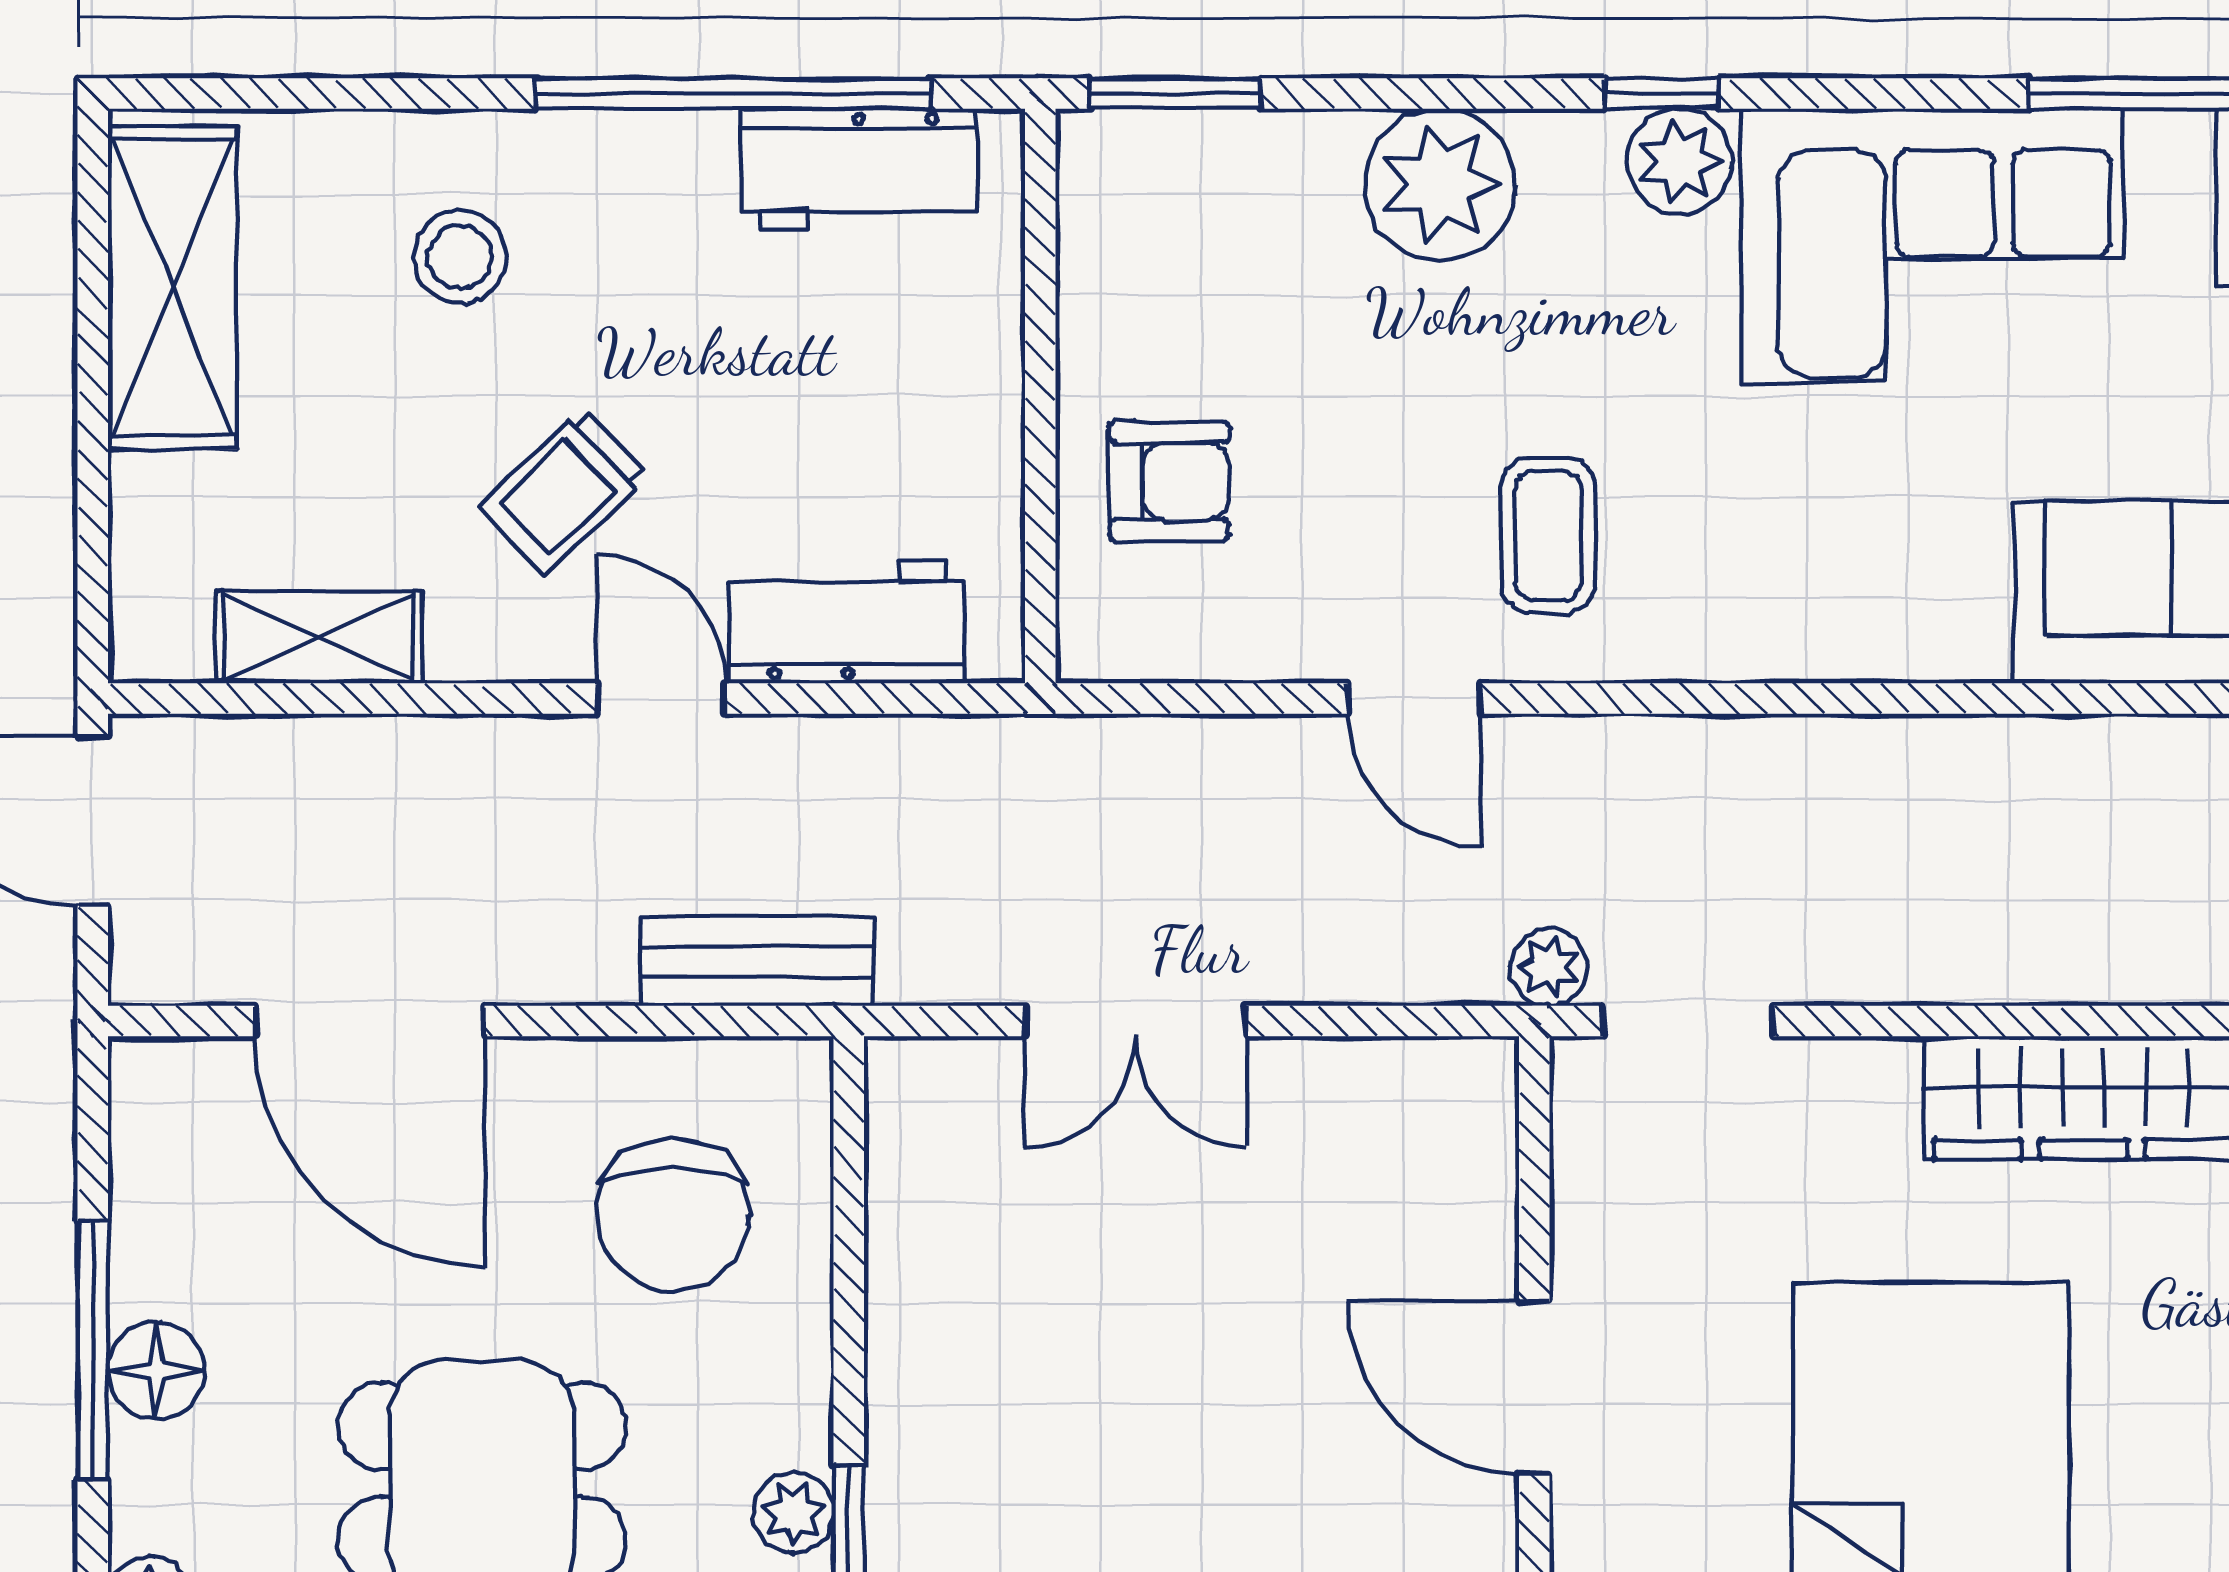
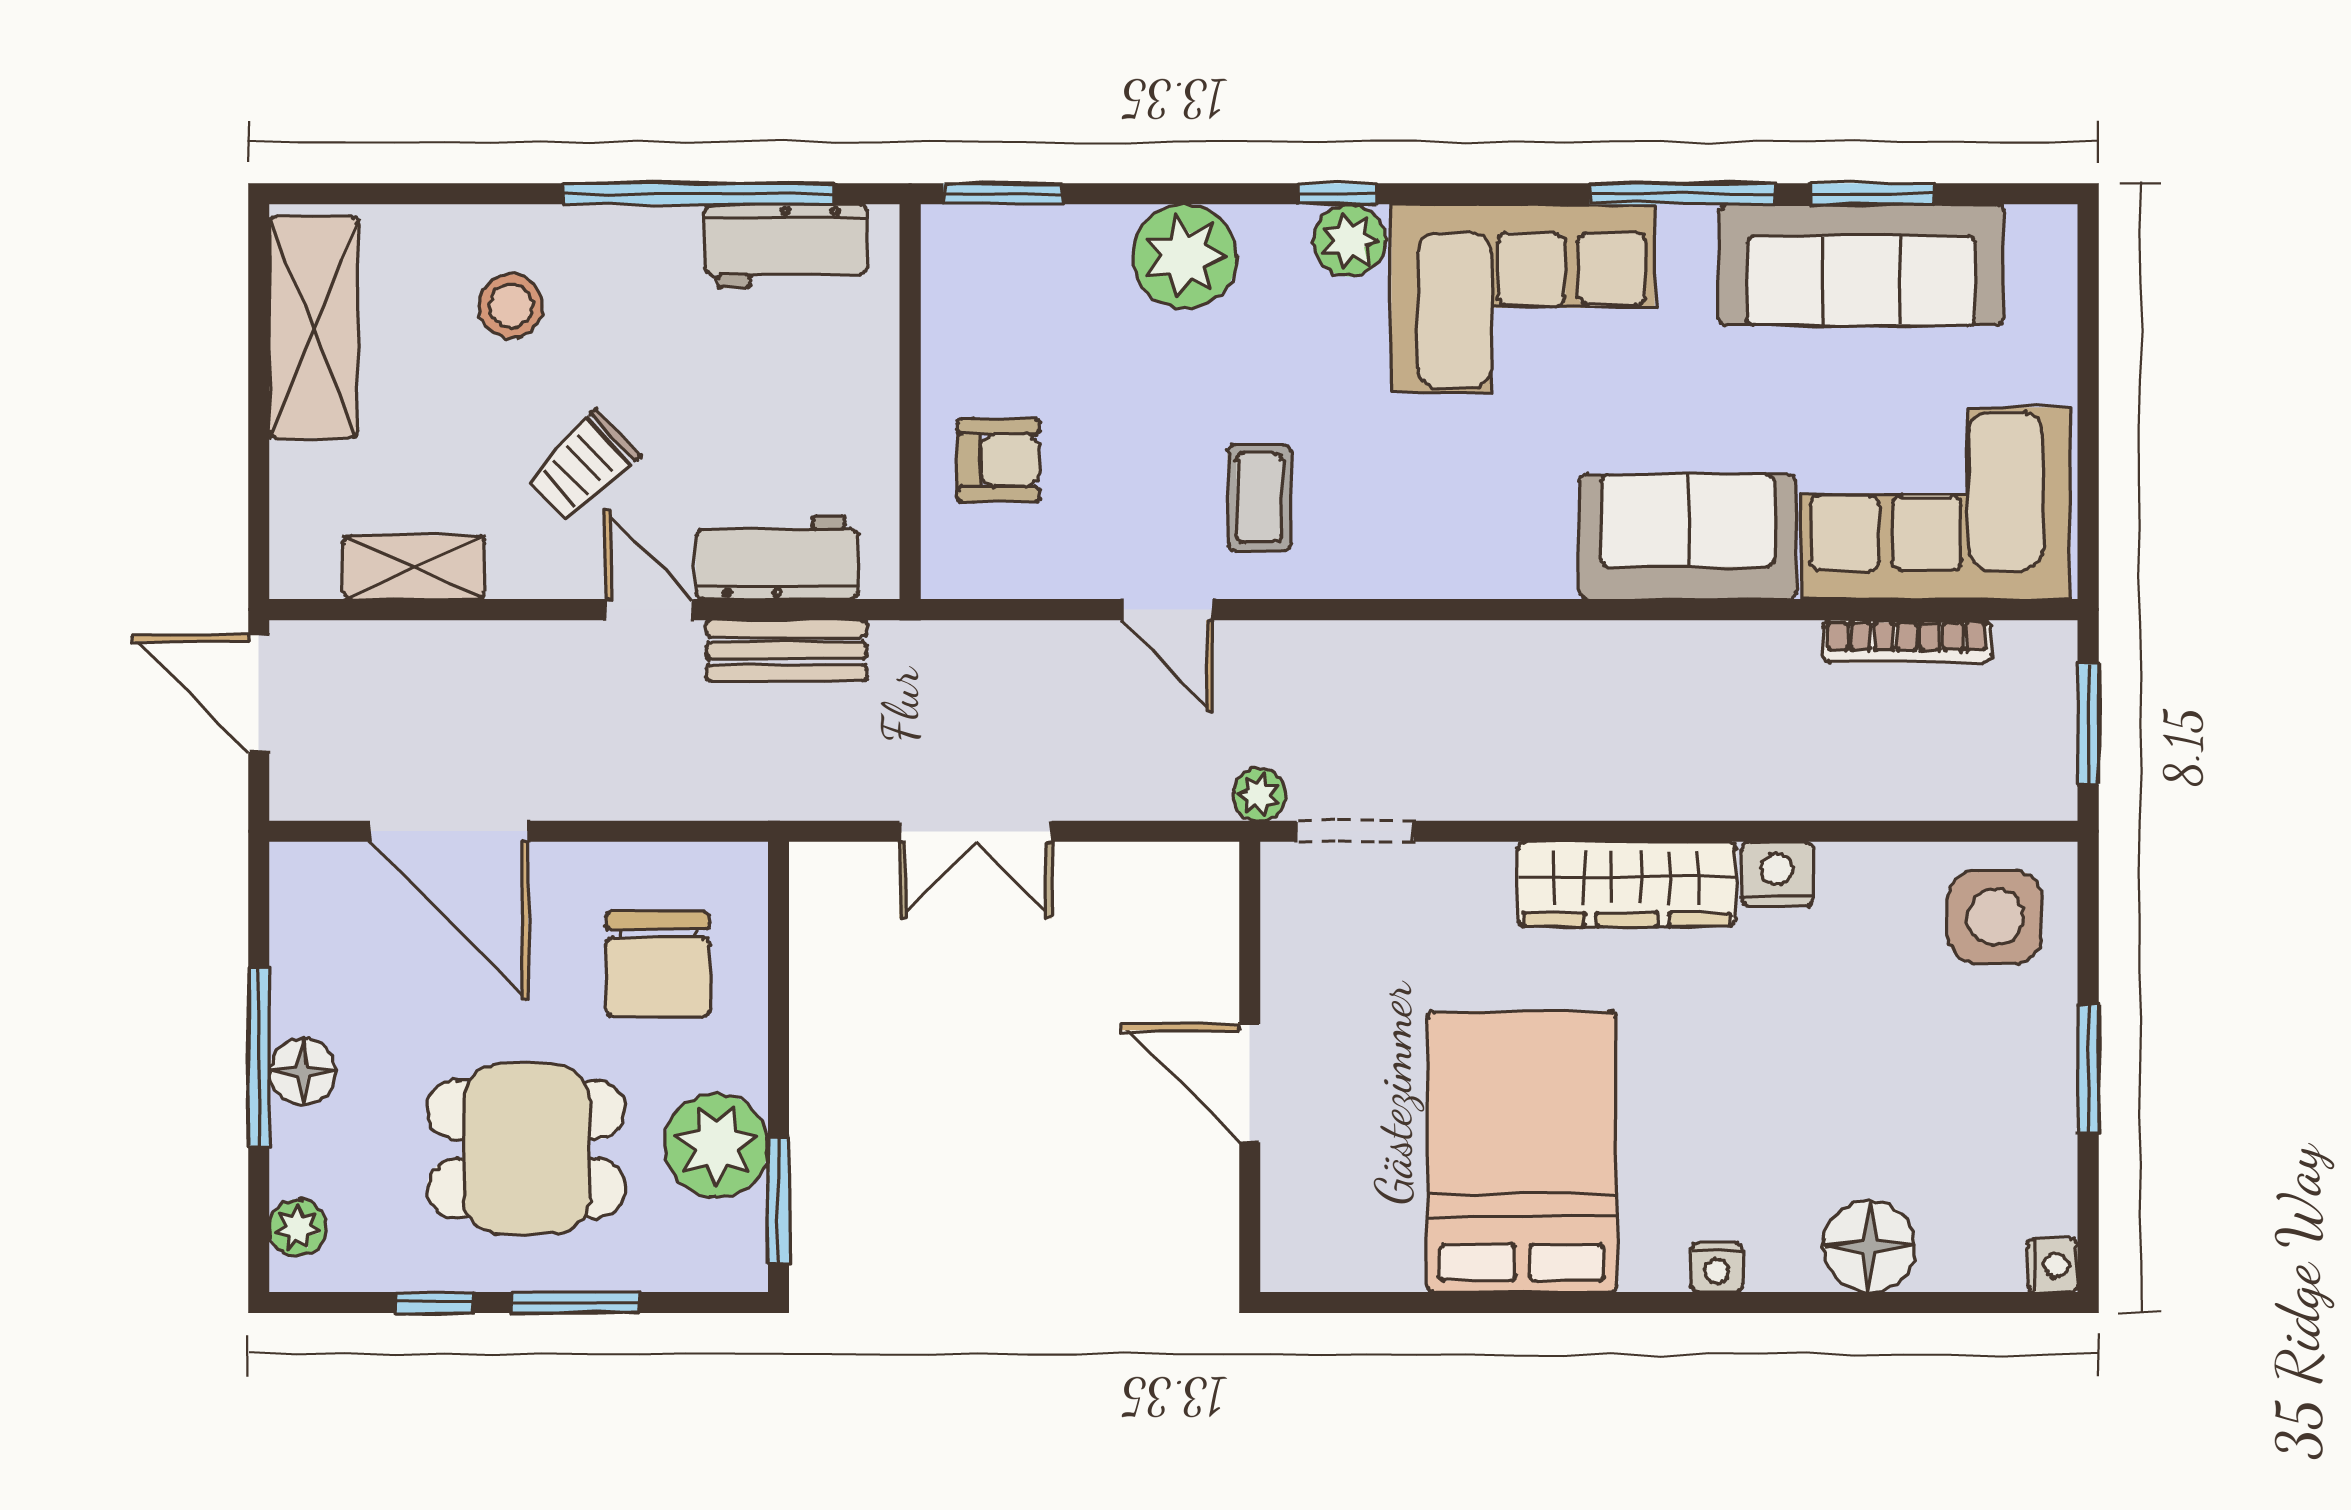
bench: (757, 961) -> (787, 651), moved
plant: (794, 1513) -> (716, 1145), width x1.87, depth x1.87

